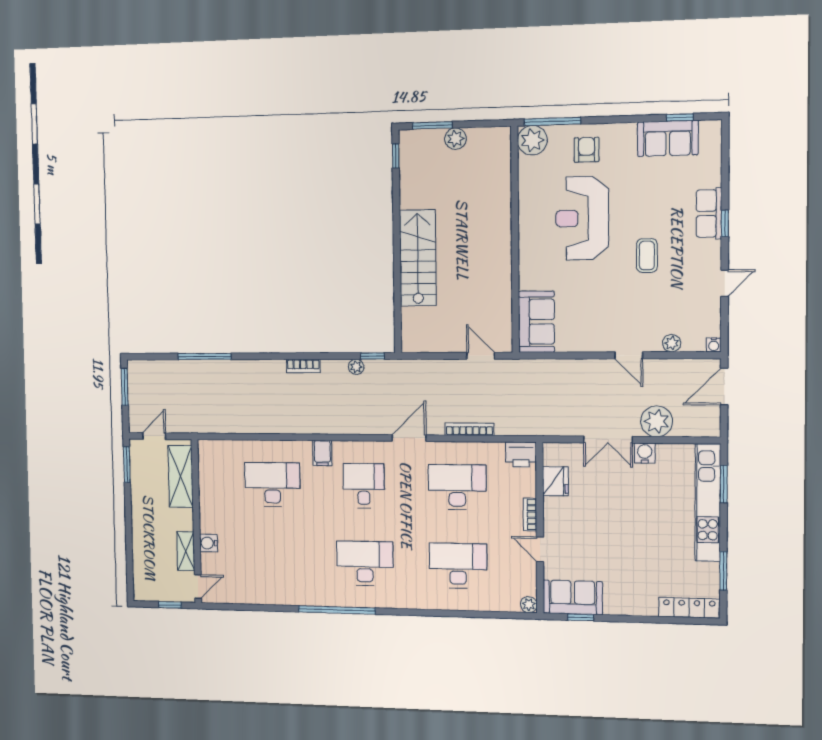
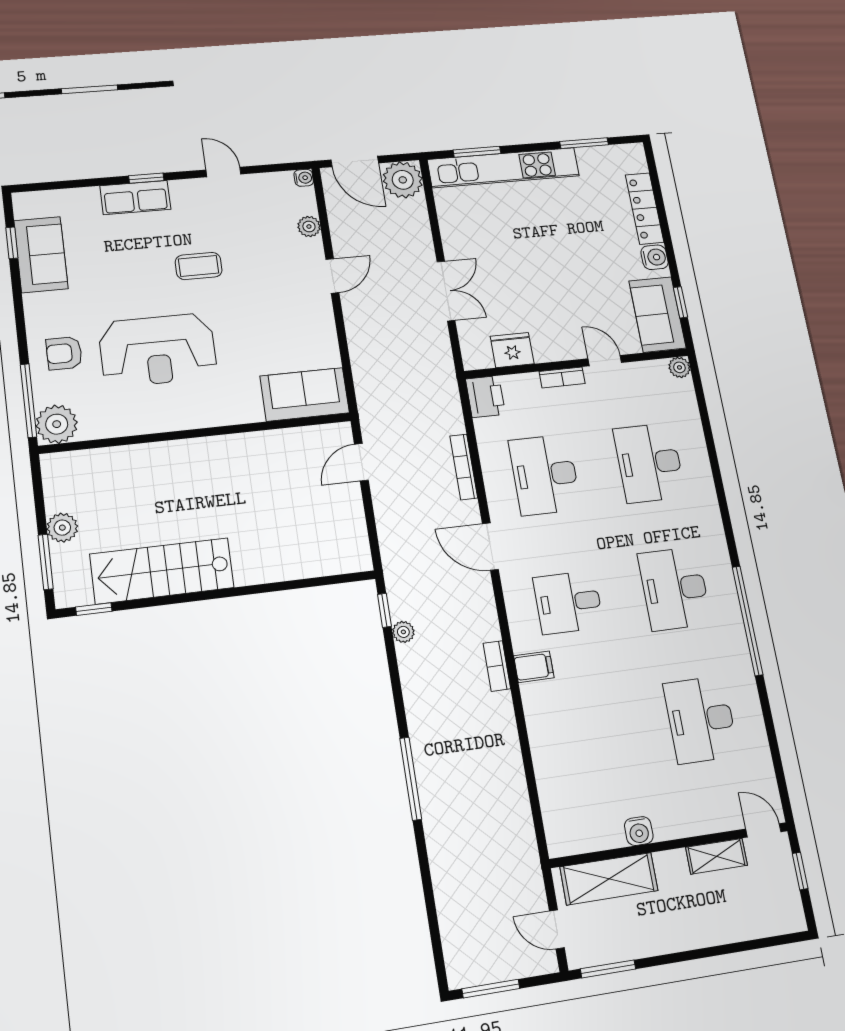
stairs: (418, 258) -> (162, 571), moved
window: (205, 356) -> (411, 779), moved
bookcase: (303, 366) -> (497, 666), moved, turned 180
plant: (657, 421) -> (403, 180), moved
water cooler: (645, 453) -> (655, 257), moved, turned 180
desk: (272, 485) -> (701, 720), moved
water cooler: (209, 543) -> (639, 831), moved
door: (540, 549) -> (605, 361), swing flipped
locker: (689, 608) -> (645, 208), moved

